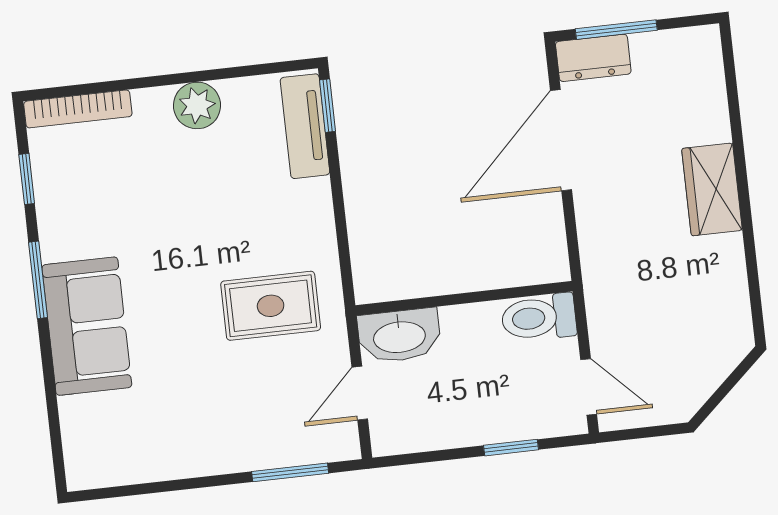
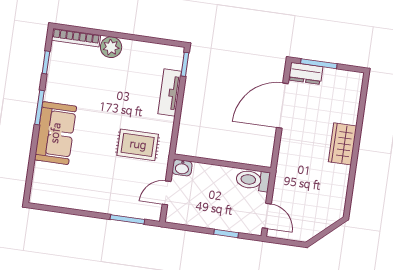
plant: (197, 105) -> (111, 47), moved
tv unit: (305, 126) -> (170, 92), moved
washbasin: (399, 336) -> (182, 168), width x0.52, depth x0.69

